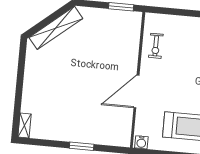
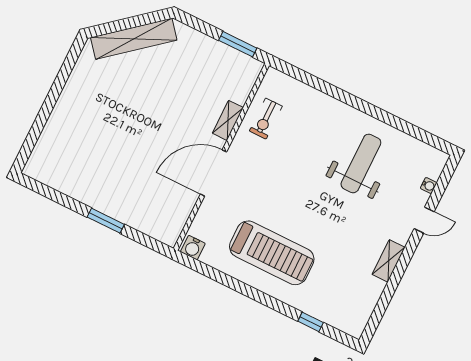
shelving: (25, 125) -> (228, 120), moved

